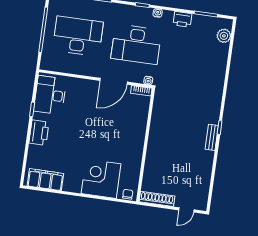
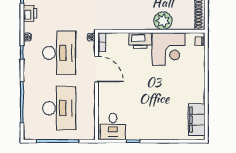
desk: (78, 36) -> (59, 108), turned 180
desk: (50, 95) -> (113, 126), width x0.73
printer: (39, 133) -> (140, 41), moved, turned 180
plant: (155, 159) -> (163, 21), added
corner desk: (101, 179) -> (169, 49), moved, turned -90

